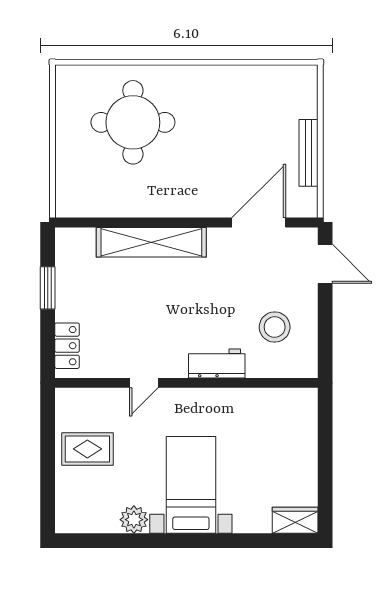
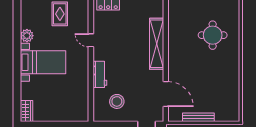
round table: (133, 122) -> (213, 35), width x0.73, depth x0.73

